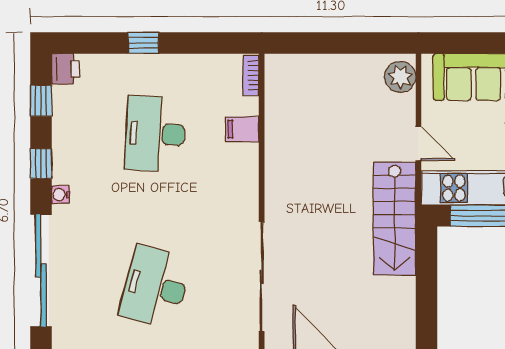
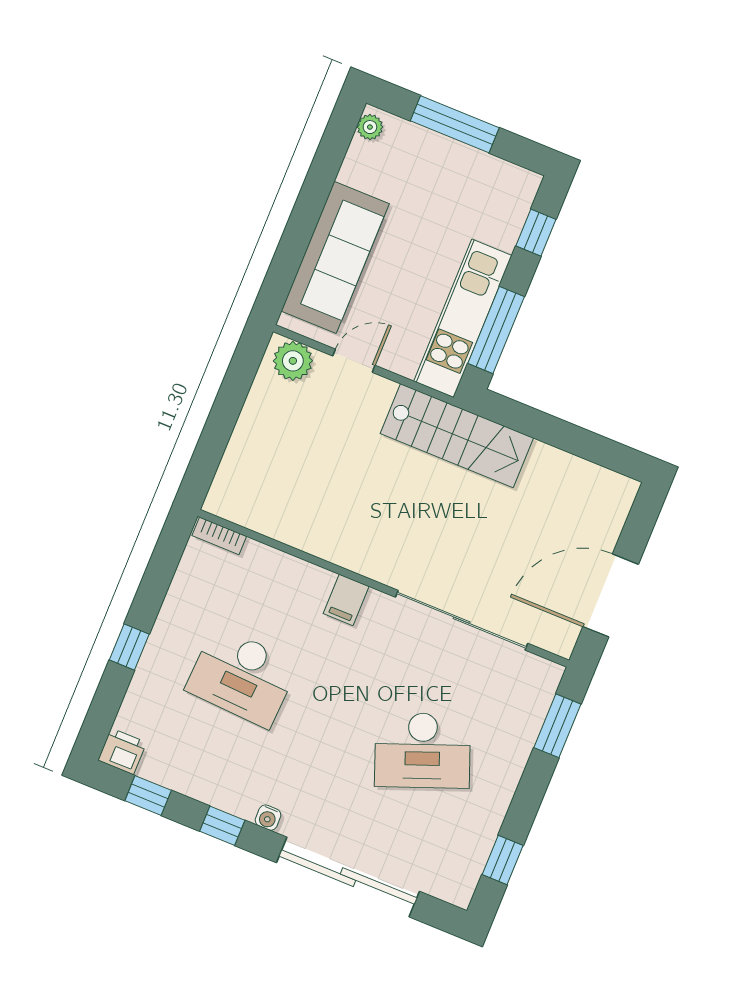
filing cabinet: (242, 129) -> (346, 600), moved
door: (419, 144) -> (354, 361), moved
desk: (155, 287) -> (422, 750), turned -36

